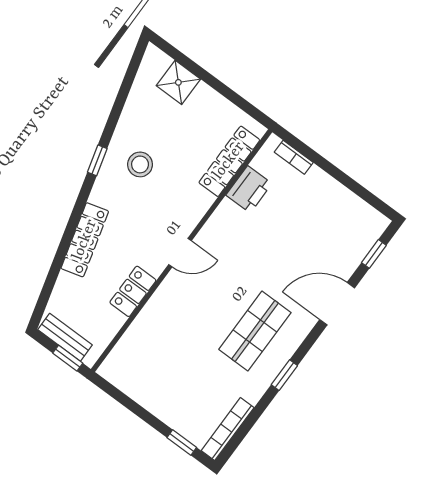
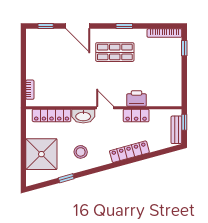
shower: (178, 82) -> (41, 154), width x1.86, depth x1.86
window: (97, 160) -> (66, 178), moved
printer: (249, 189) -> (136, 98), moved
washbasin: (192, 209) -> (83, 116), added

